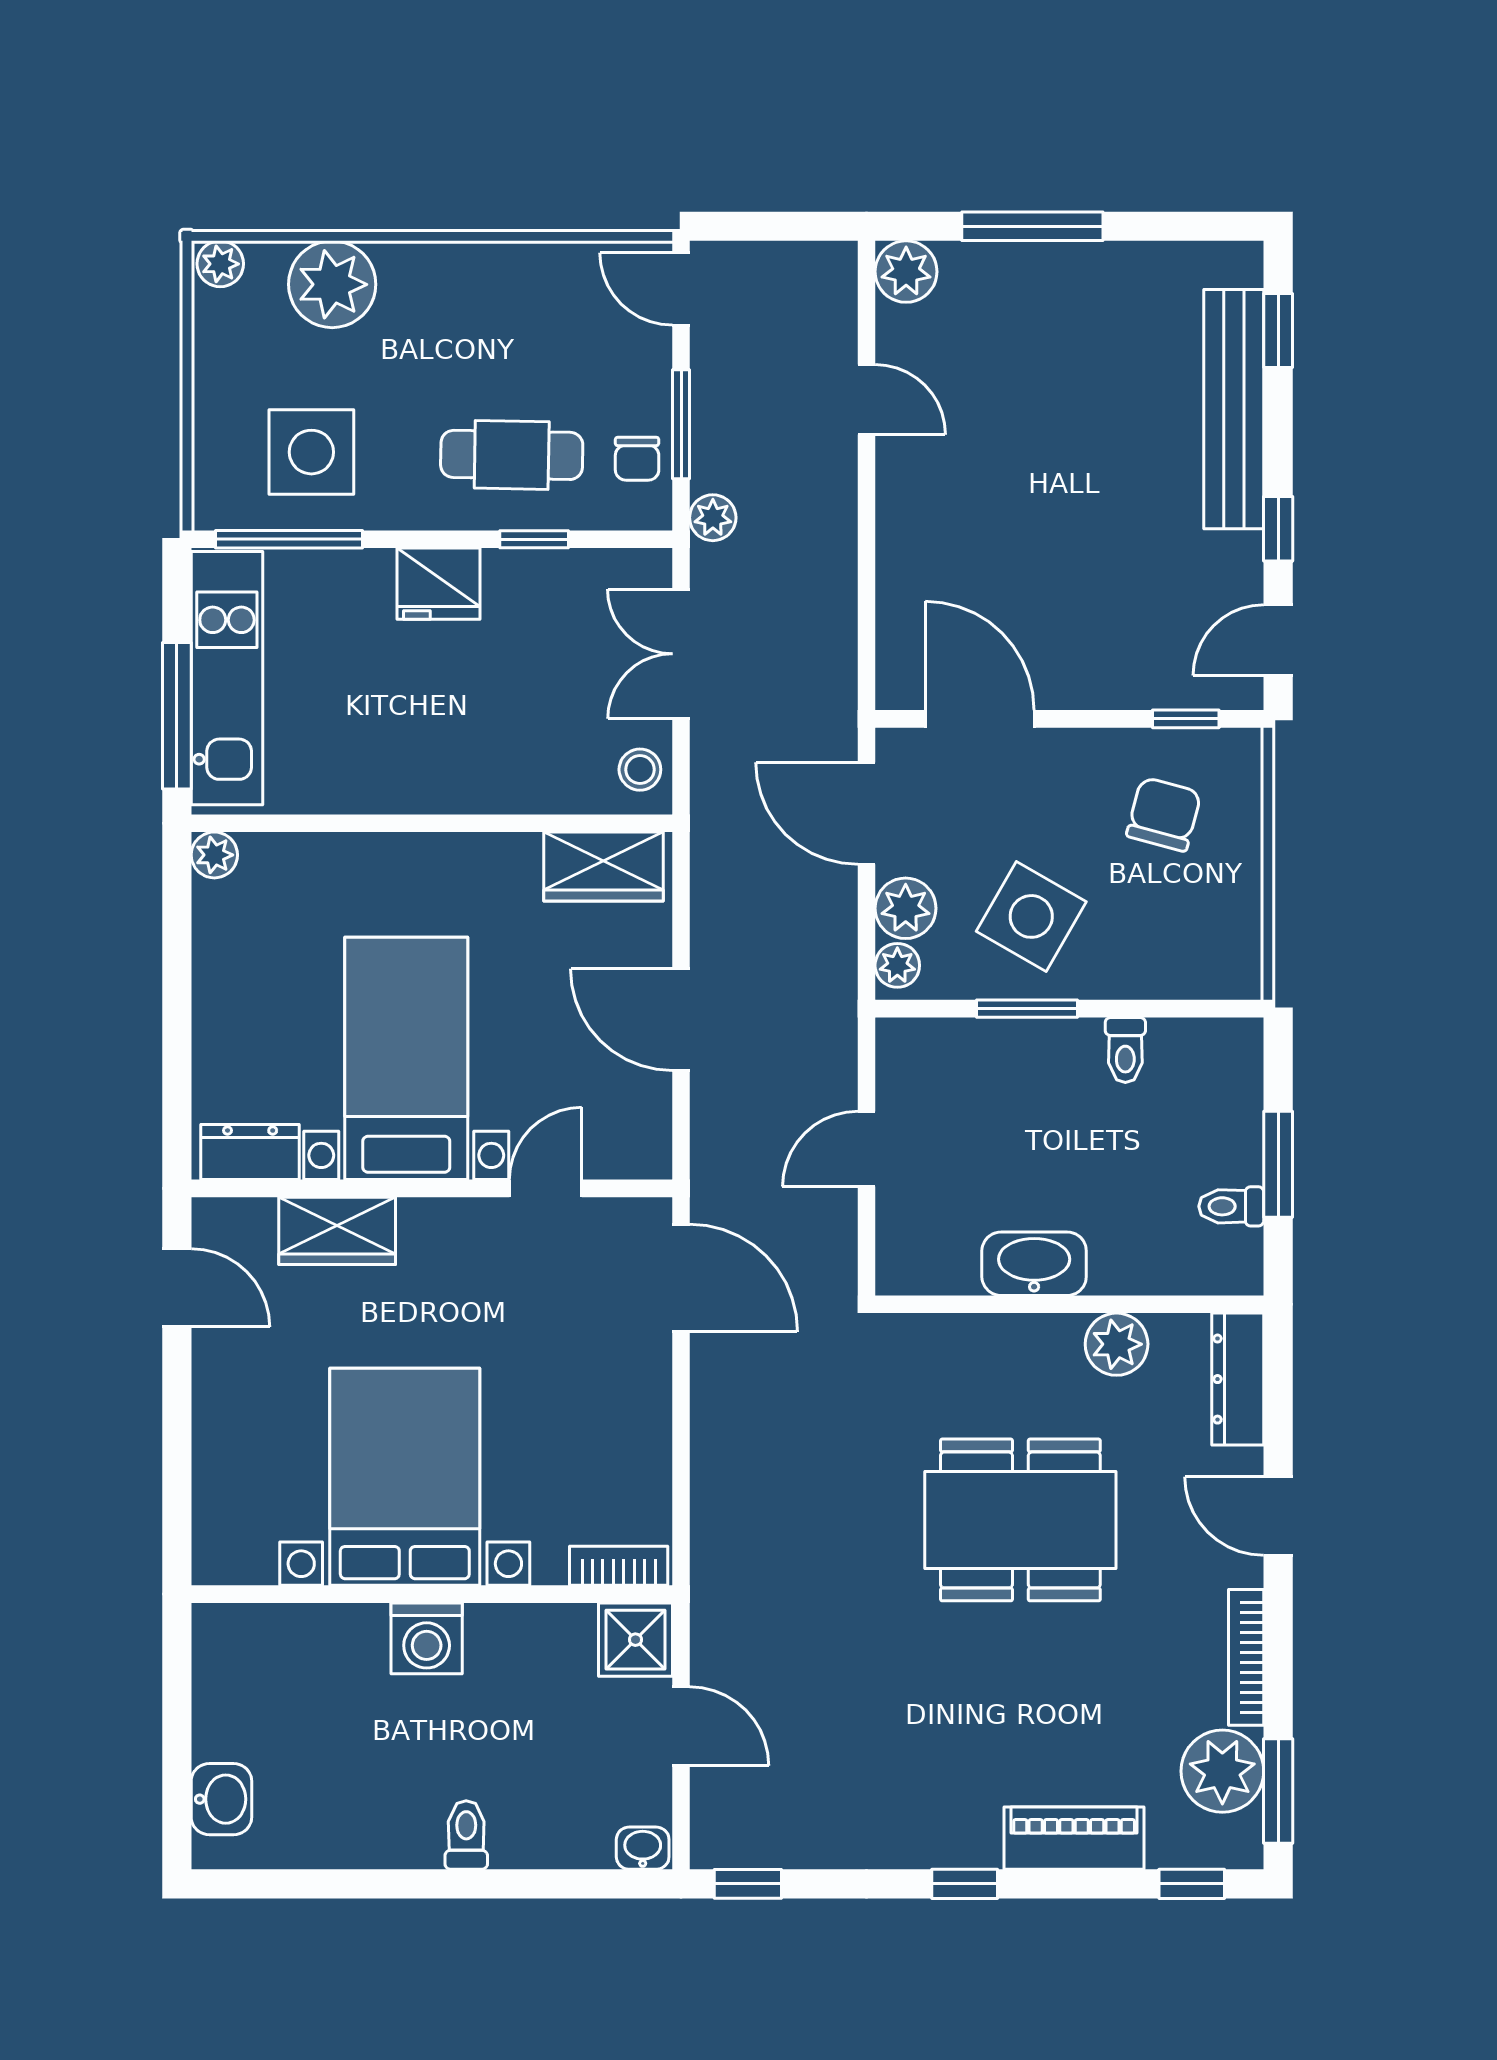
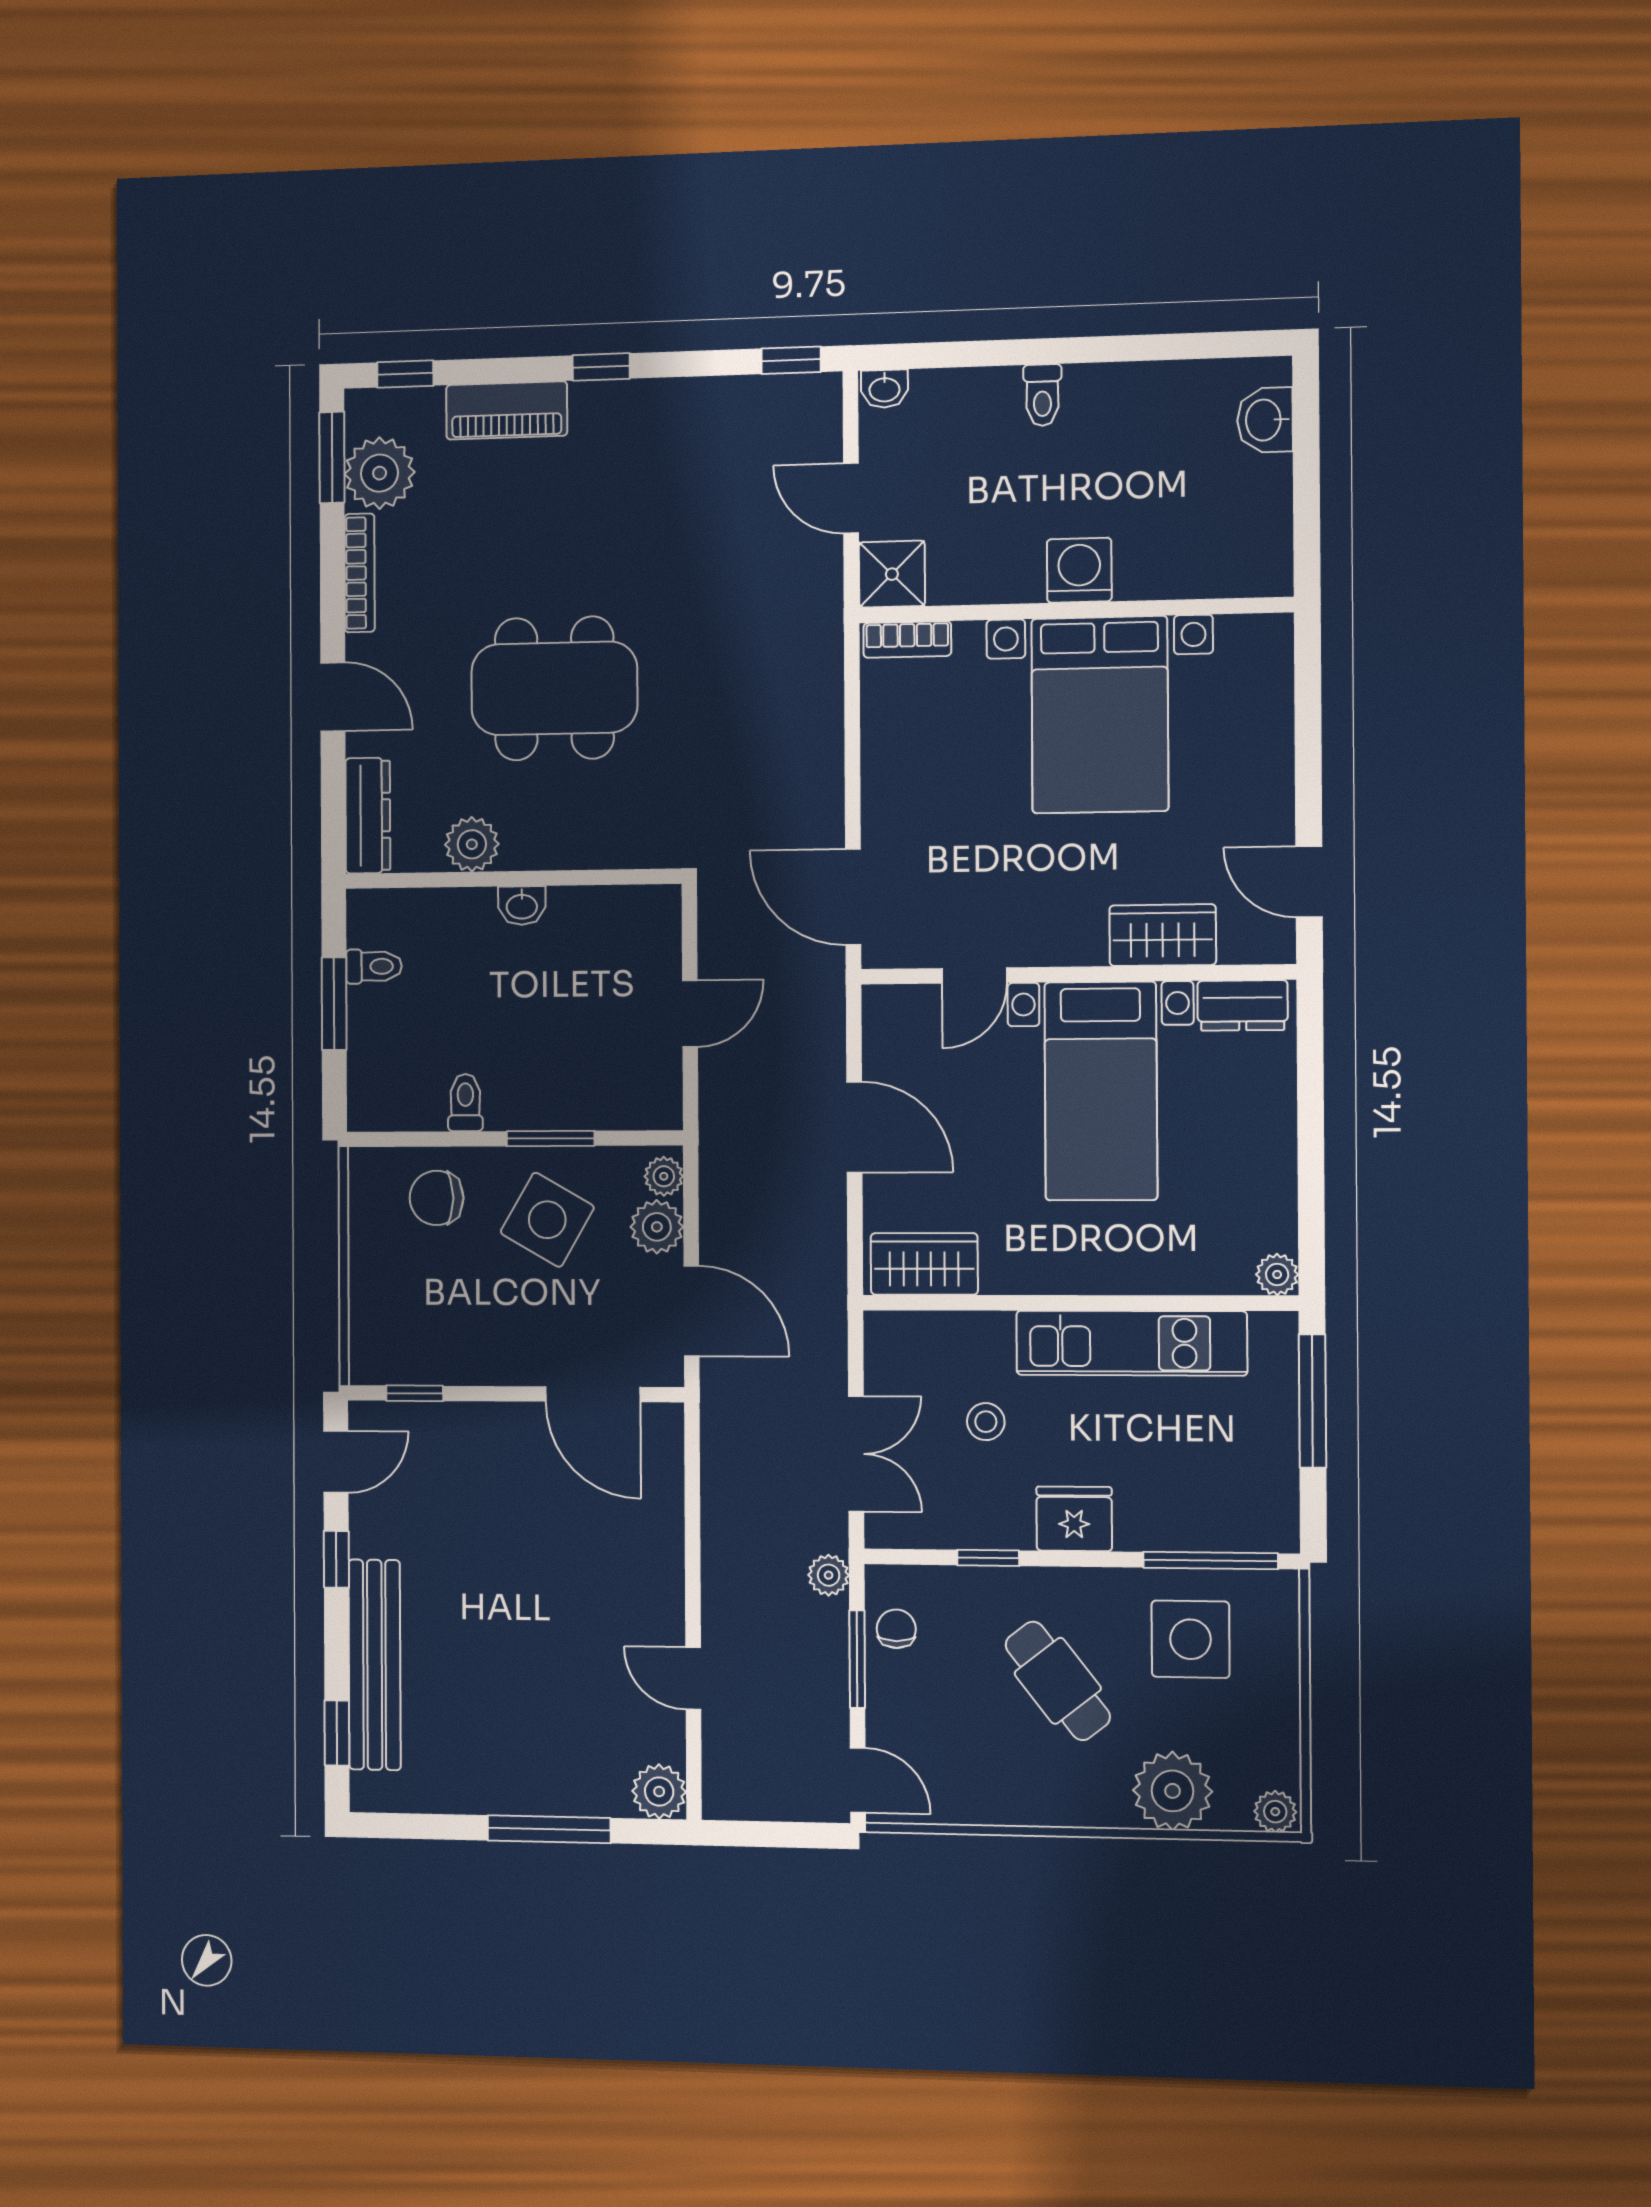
cafe table: (512, 455) -> (1058, 1681), moved, turned 51
kitchen unit: (227, 678) -> (1131, 1343), moved, turned -90
stool: (640, 770) -> (986, 1422), moved
chair: (1164, 814) -> (437, 1198), moved, turned 75
washbasin: (1034, 1264) -> (522, 906), width x0.52, depth x0.69

